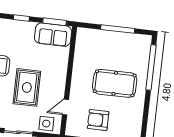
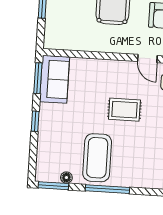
rug: (27, 87) -> (124, 110), width x0.73, depth x0.70

